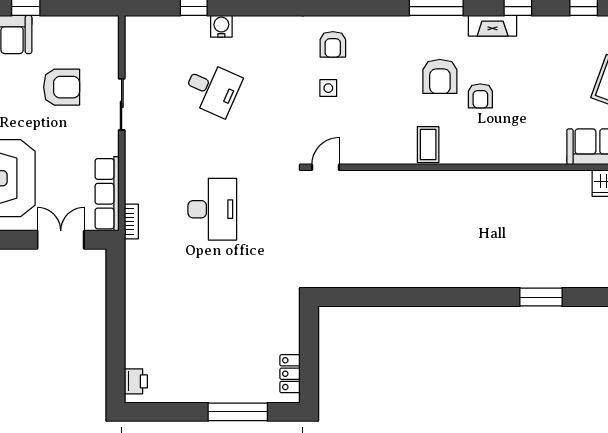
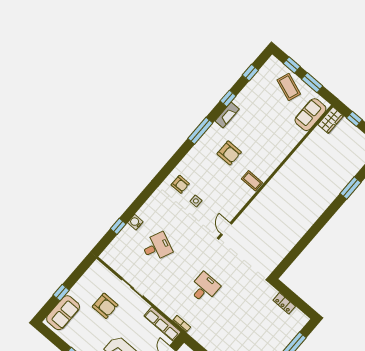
armchair: (62, 87) -> (105, 306), turned 90
armchair: (480, 96) -> (251, 144), removed
desk: (212, 209) -> (204, 288), width x0.73
locker: (290, 374) -> (284, 303), moved

